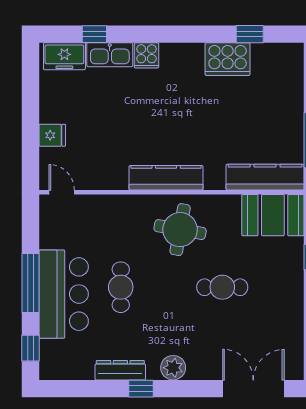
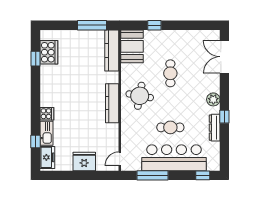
cooker: (228, 59) -> (49, 52), moved
fridge: (52, 135) -> (84, 161), width x1.88, depth x1.34
window: (31, 283) -> (153, 175), moved
bar counter: (64, 294) -> (174, 158), width x1.36

